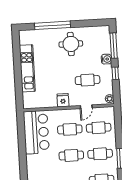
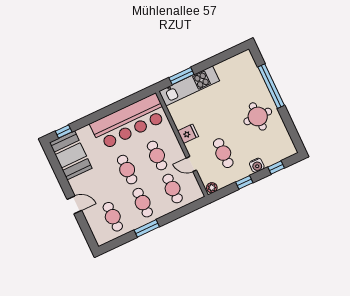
window: (114, 46) -> (276, 167), width x0.46
kitchen unit: (27, 68) -> (189, 86), moved
window: (19, 88) -> (181, 76), added
bar counter: (36, 132) -> (129, 122), width x1.36

